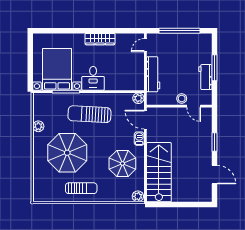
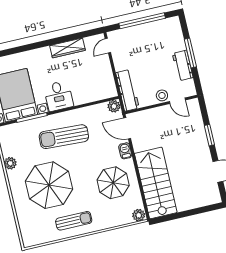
wardrobe: (100, 39) -> (67, 48), moved
workbench: (153, 74) -> (127, 90), moved

